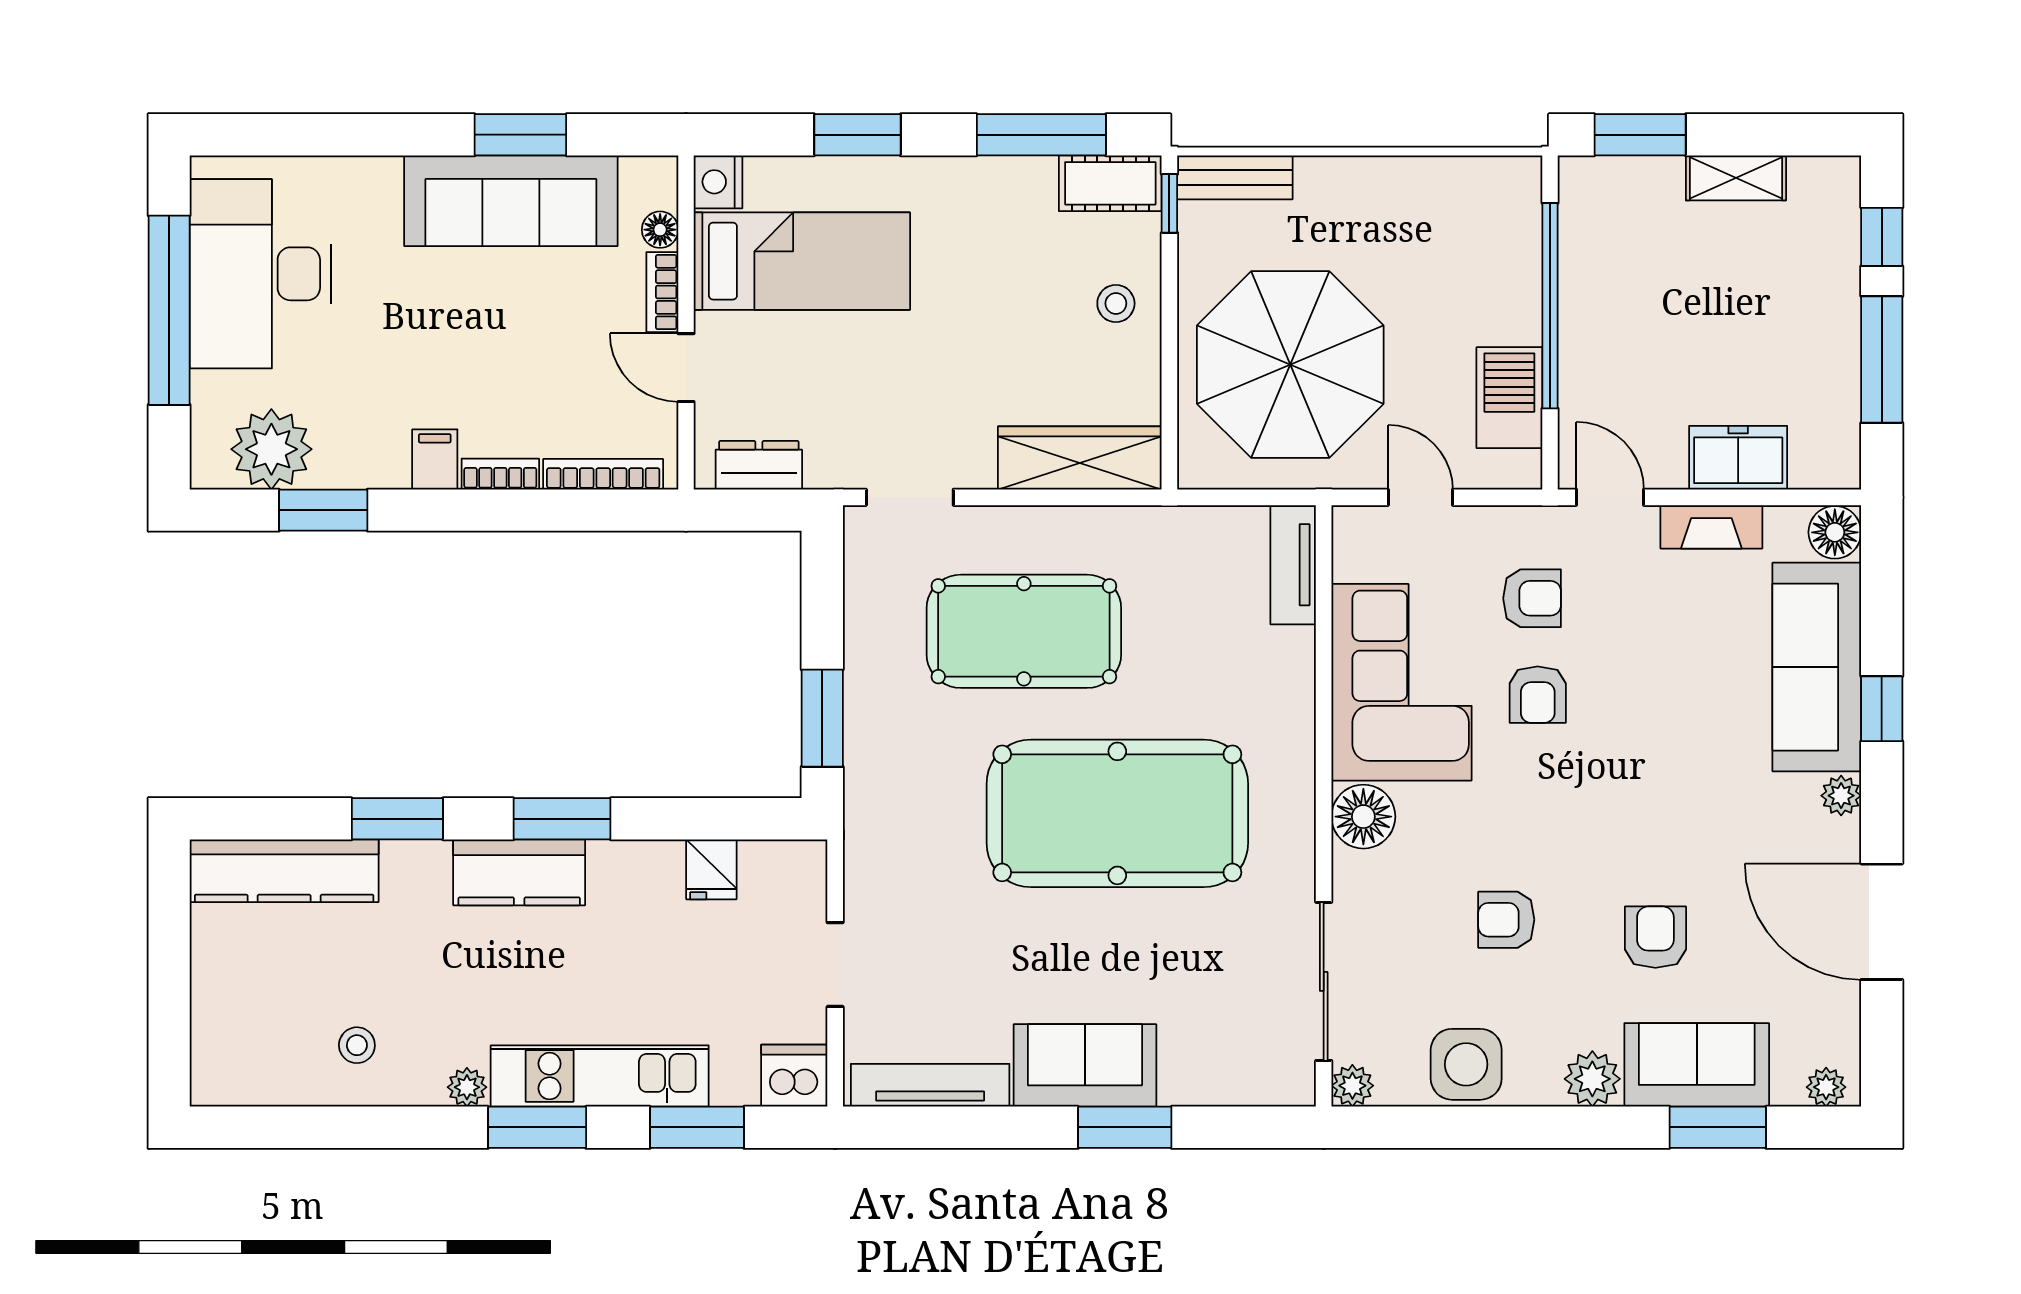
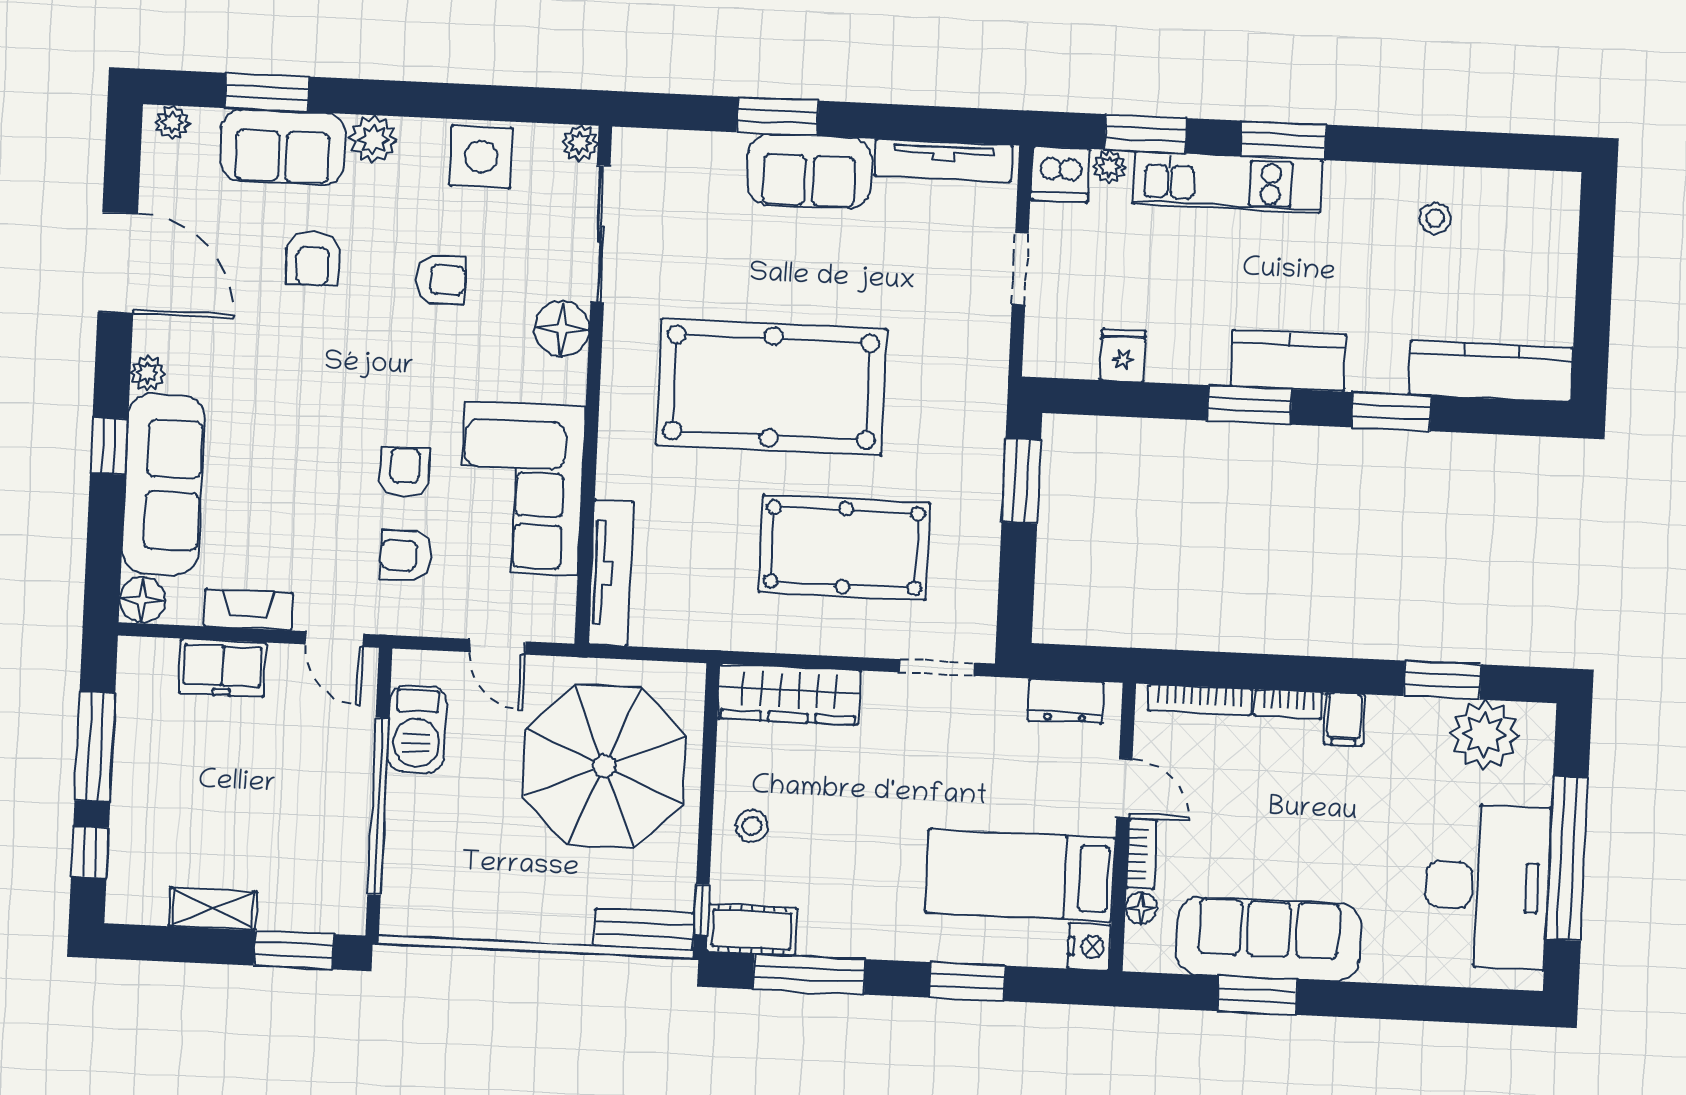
tv unit: (1293, 565) -> (611, 573), width x1.41
floor lamp: (1363, 817) -> (562, 329), moved
plant: (467, 1087) -> (1109, 167), moved

